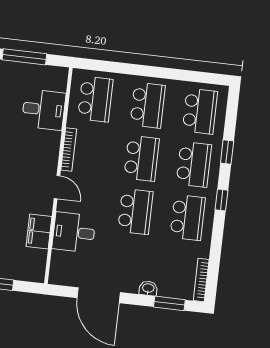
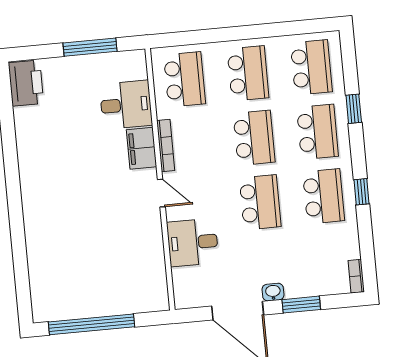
window: (221, 200) -> (362, 192), moved
filing cabinet: (39, 232) -> (142, 148), moved
bookcase: (201, 280) -> (356, 276), width x0.64
washbasin: (148, 288) -> (273, 292), moved
window: (169, 303) -> (301, 305), moved

